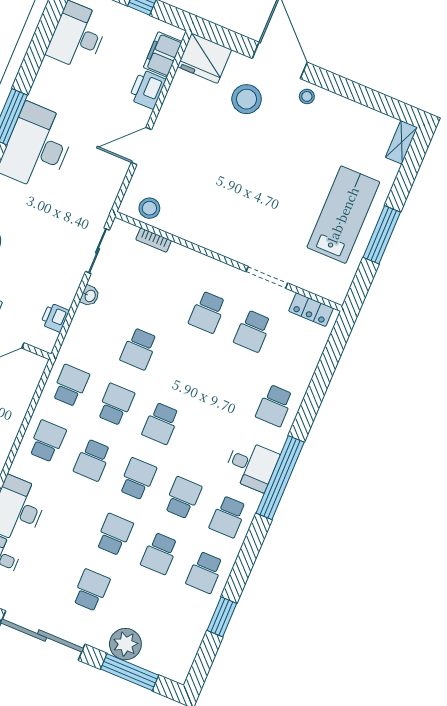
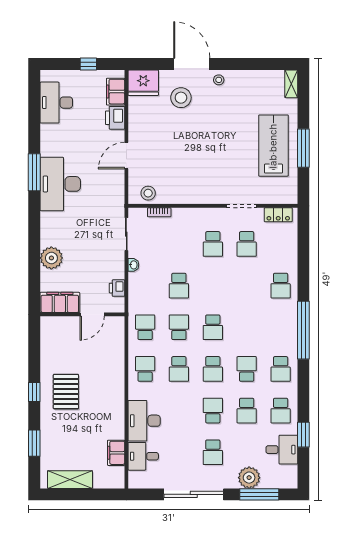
desk: (251, 465) -> (282, 450), moved
school desk: (138, 479) -> (213, 369), turned 180
school desk: (91, 590) -> (213, 452), turned 180

